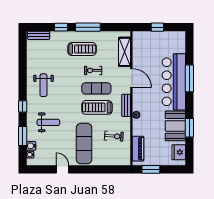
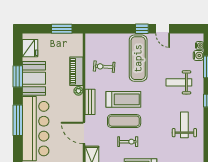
window: (189, 78) -> (18, 120), moved
piano: (138, 149) -> (76, 71), moved
window: (81, 169) -> (142, 29), added

